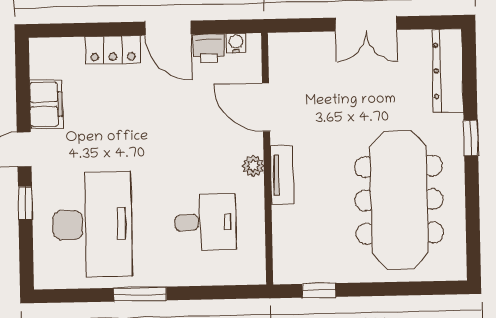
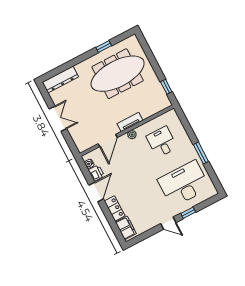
filing cabinet: (46, 104) -> (126, 228), moved, turned 90
window: (471, 138) -> (104, 47), moved

